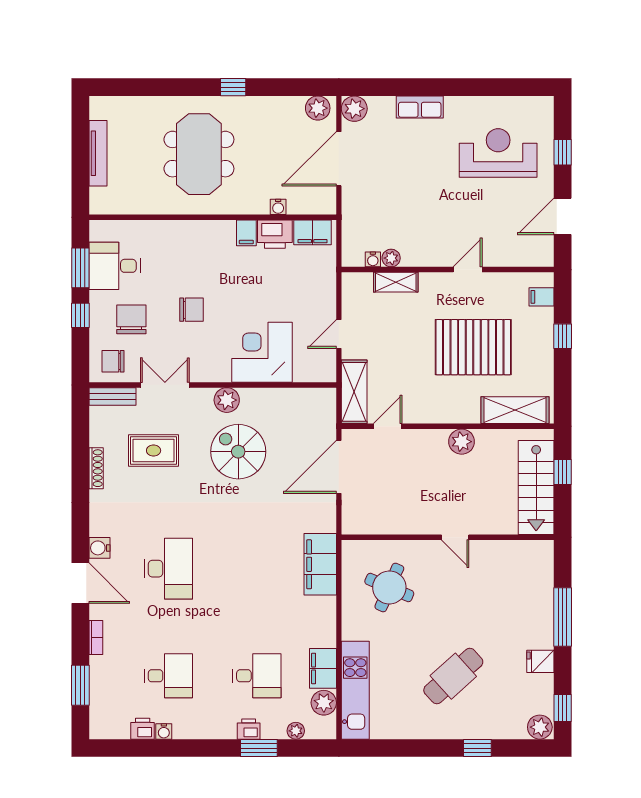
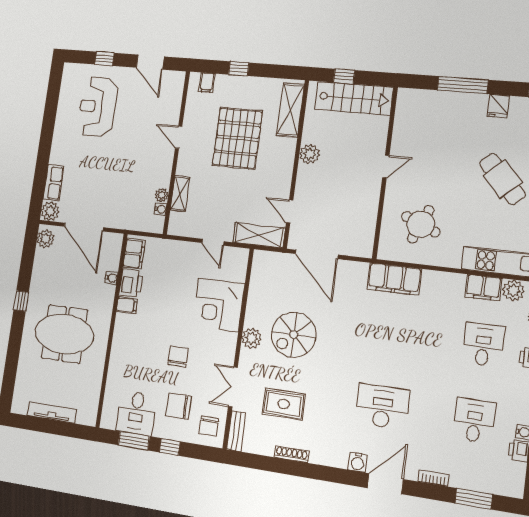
row of seats: (420, 107) -> (53, 183), moved
rug: (154, 450) -> (284, 404), turned 90

